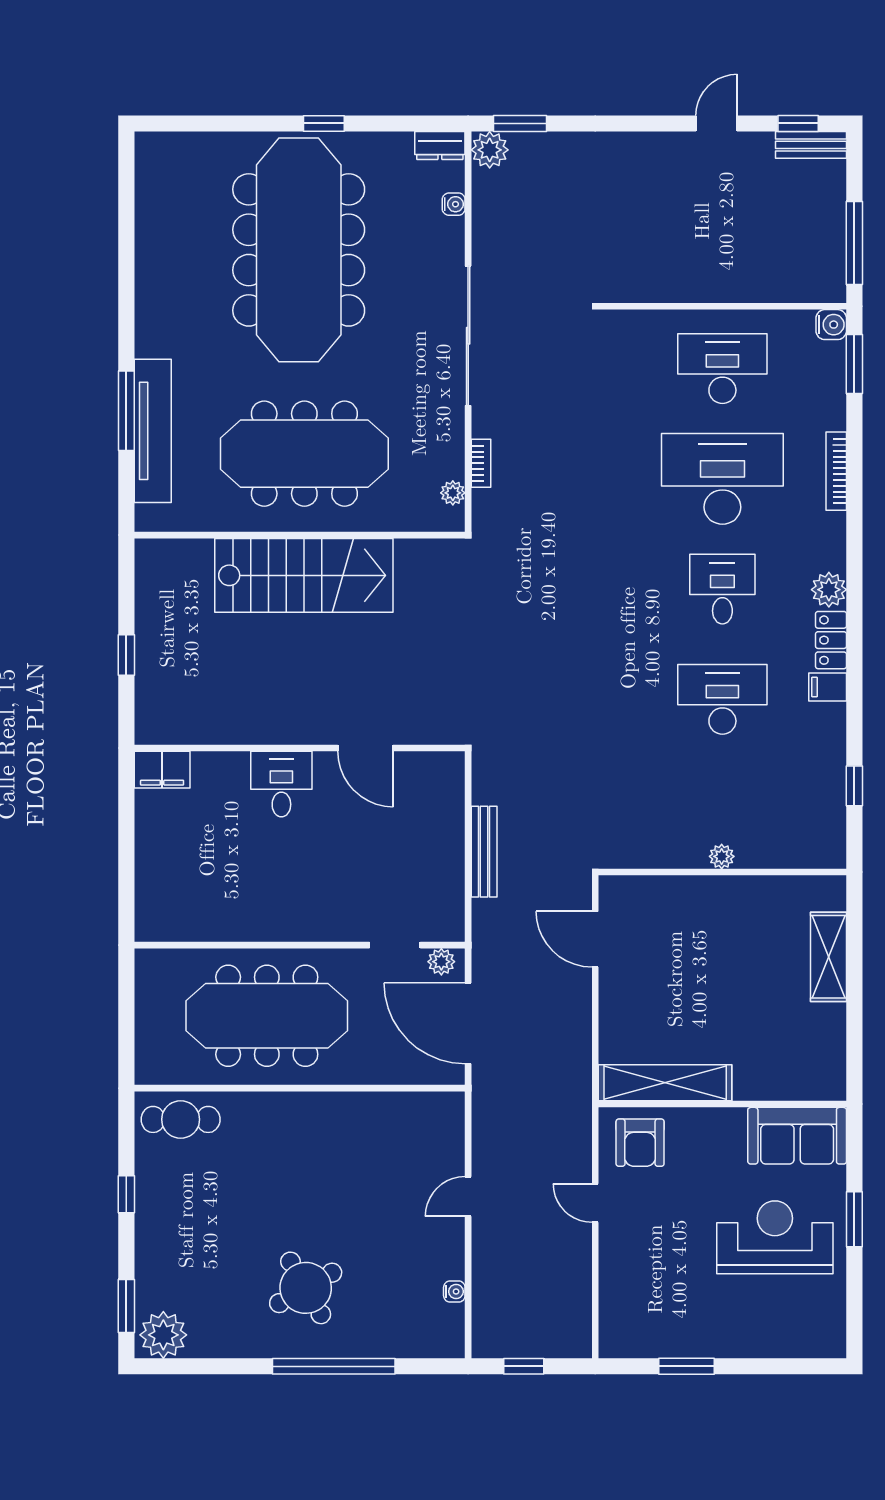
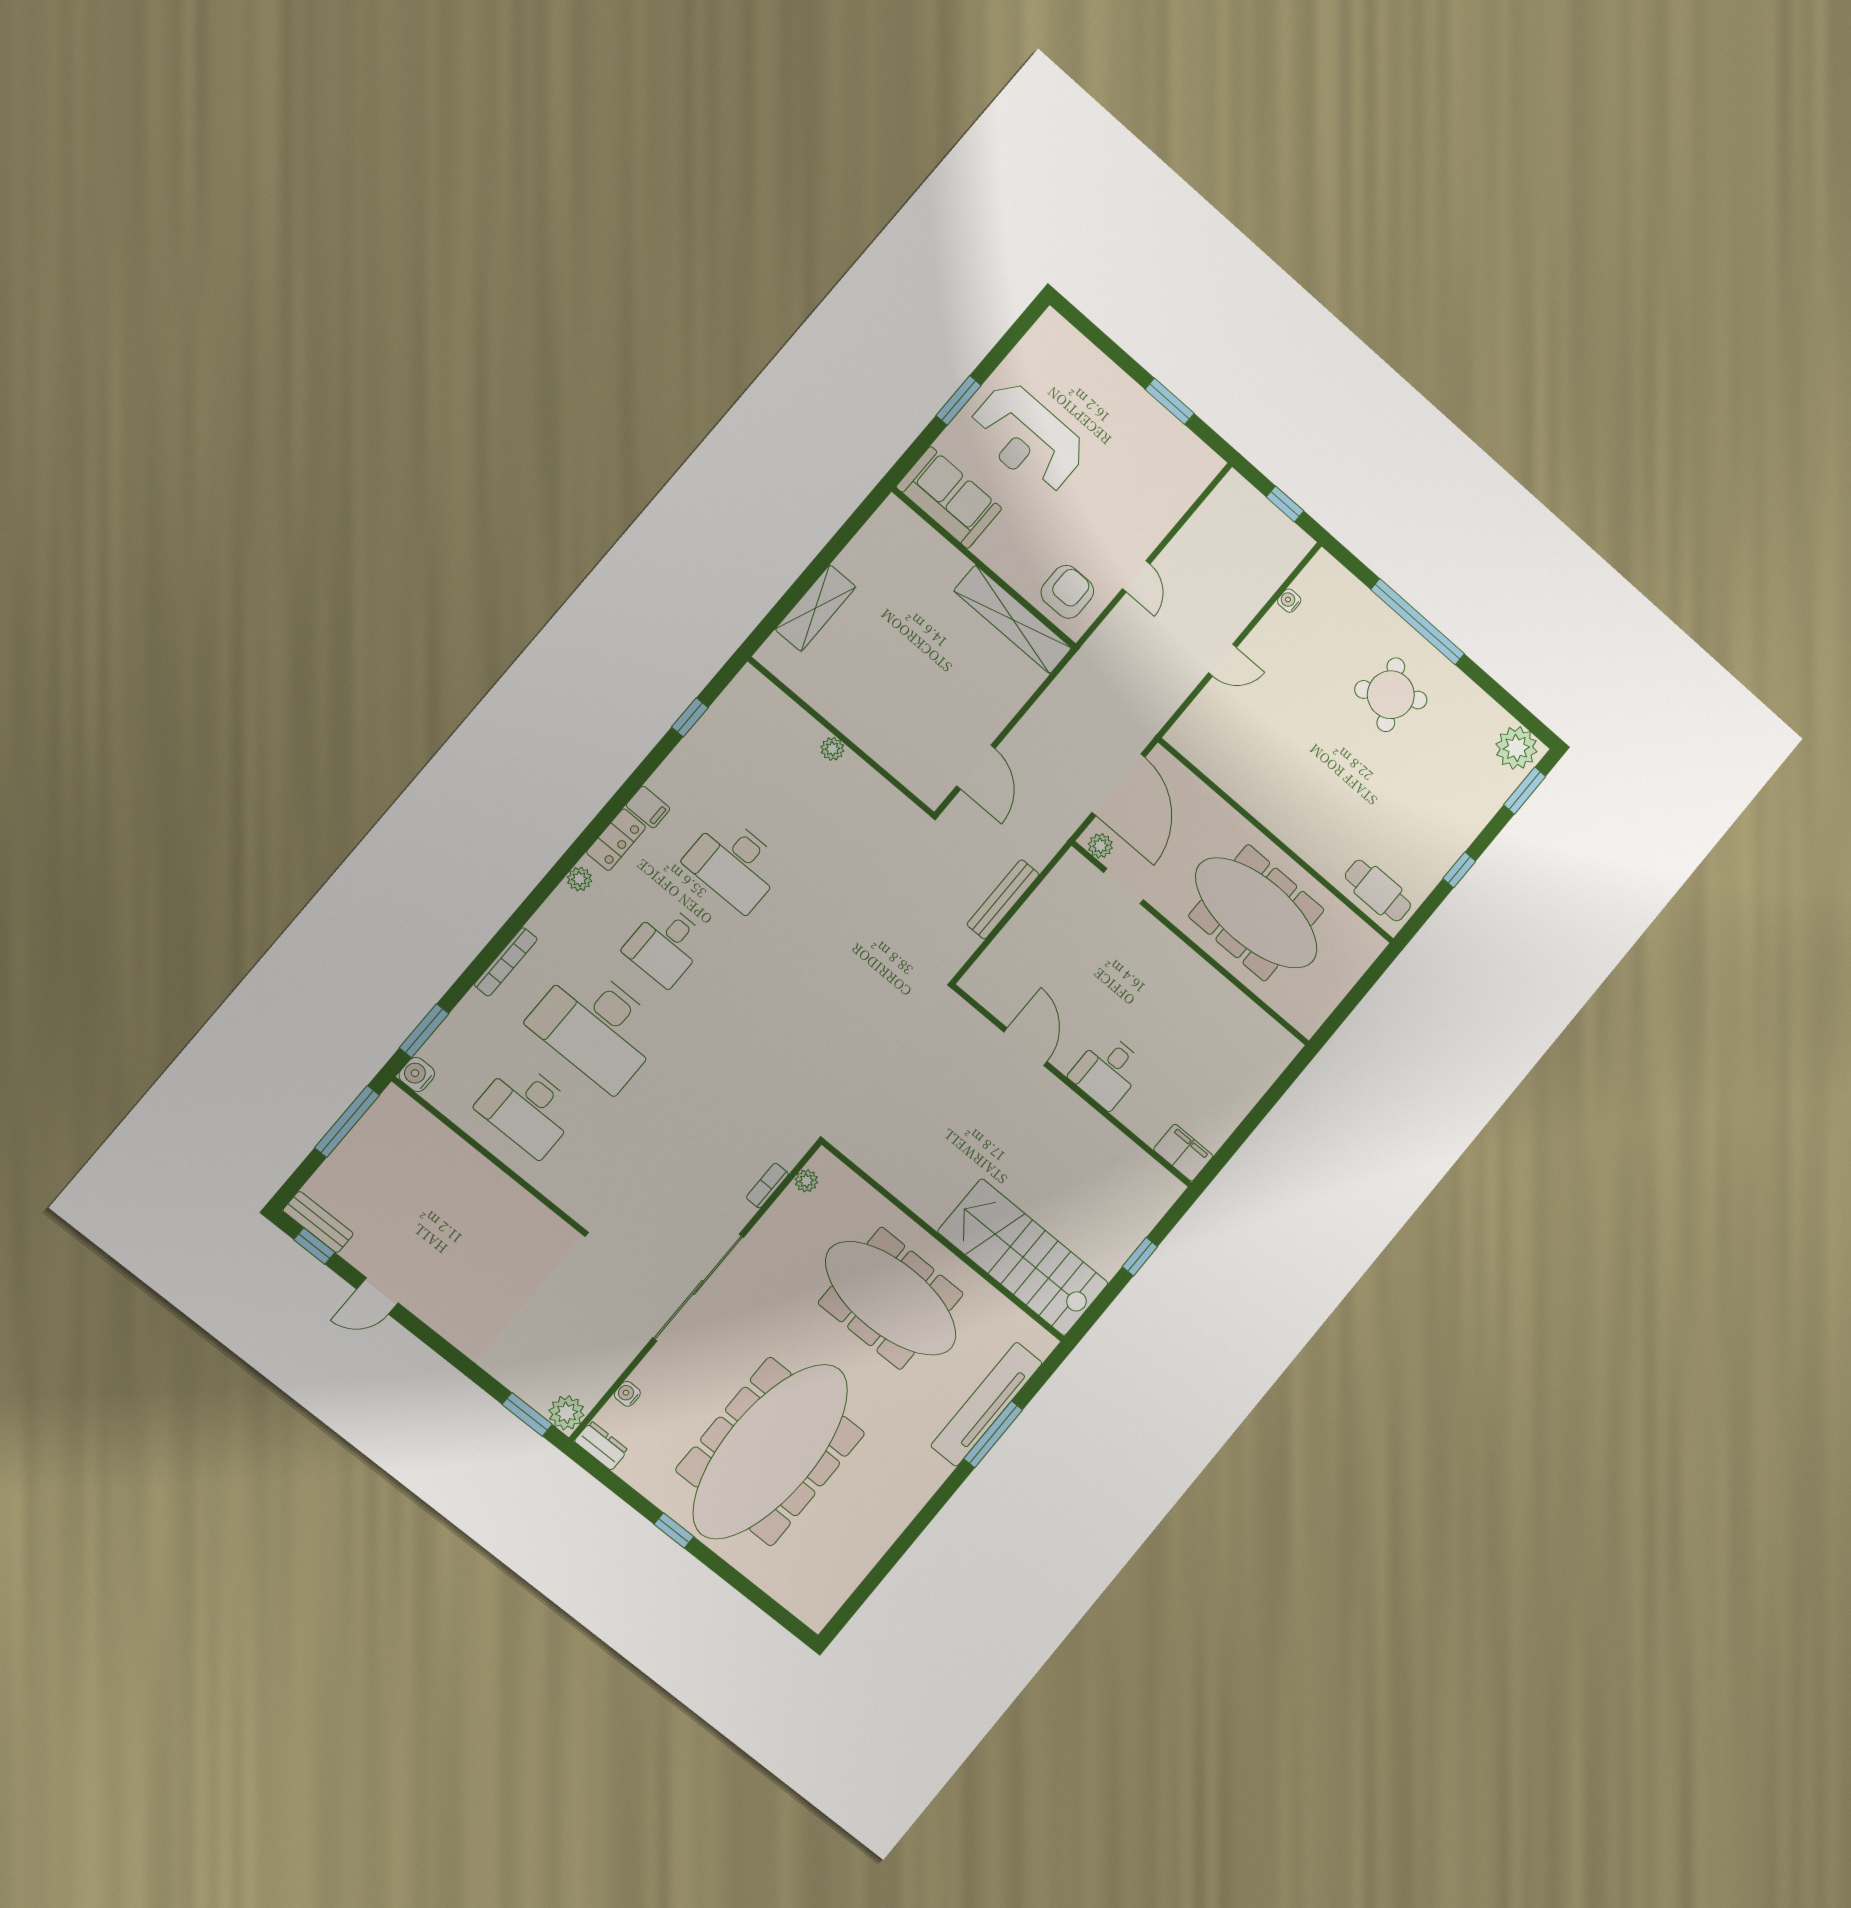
stairs: (304, 575) -> (1023, 1257), moved
plant: (829, 590) -> (579, 879), width x0.73, depth x0.73

